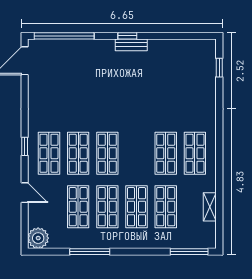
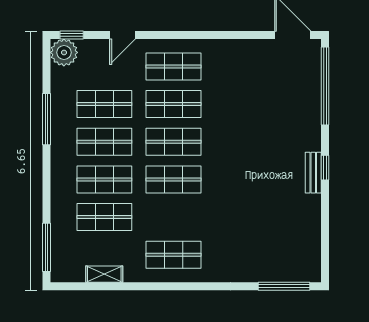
window: (219, 68) -> (284, 286), width x2.17
window: (25, 146) -> (72, 35), moved
shop shelf: (166, 153) -> (173, 179), moved

